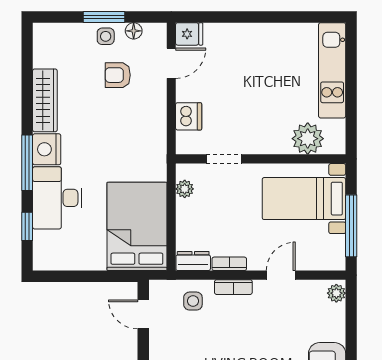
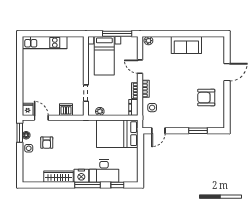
window: (104, 17) -> (20, 133), moved
plant: (308, 139) -> (76, 54), removed

